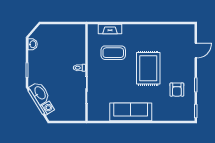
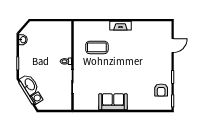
fireplace: (110, 29) -> (120, 26), moved
rug: (148, 68) -> (129, 62), removed
armchair: (177, 90) -> (161, 90), moved
sofa: (131, 112) -> (113, 102), width x0.73

